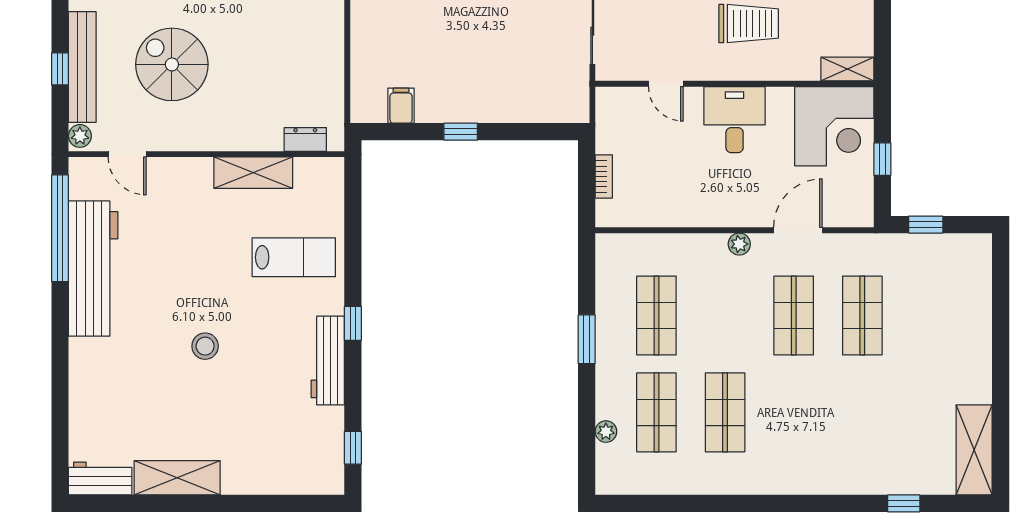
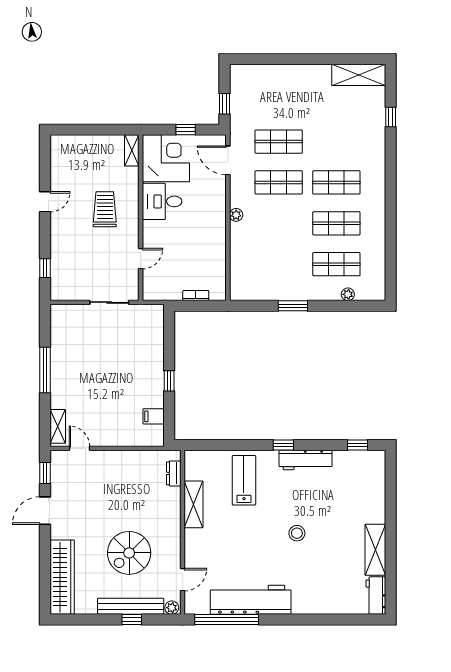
desk: (735, 120) -> (162, 201), moved
door: (798, 230) -> (228, 160), moved
shop shelf: (656, 316) -> (336, 182), moved

